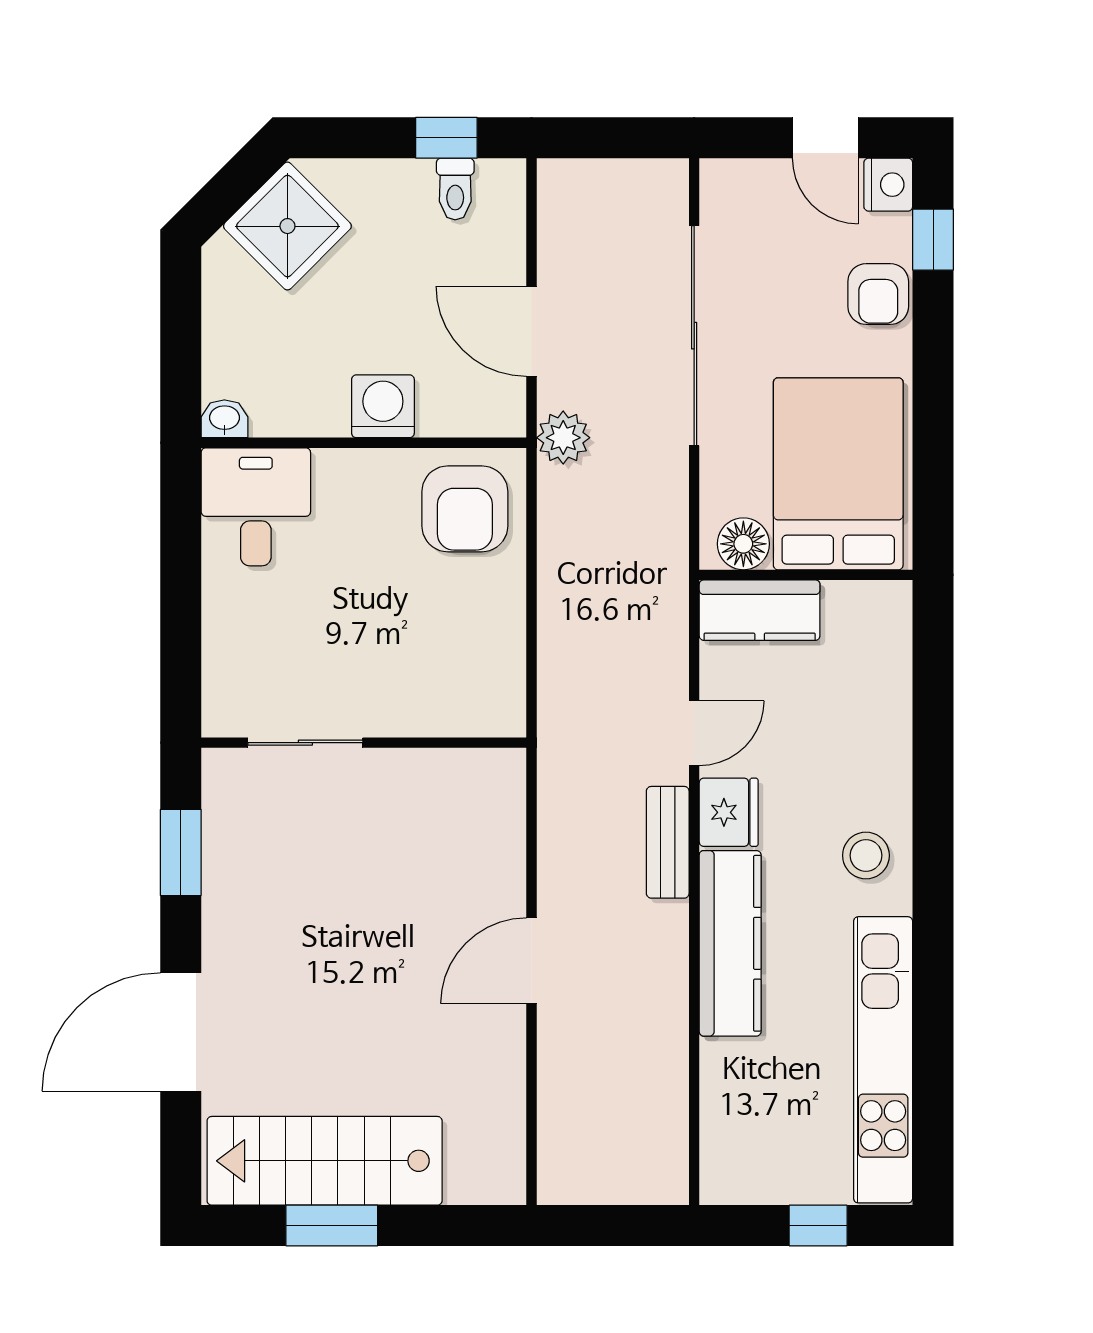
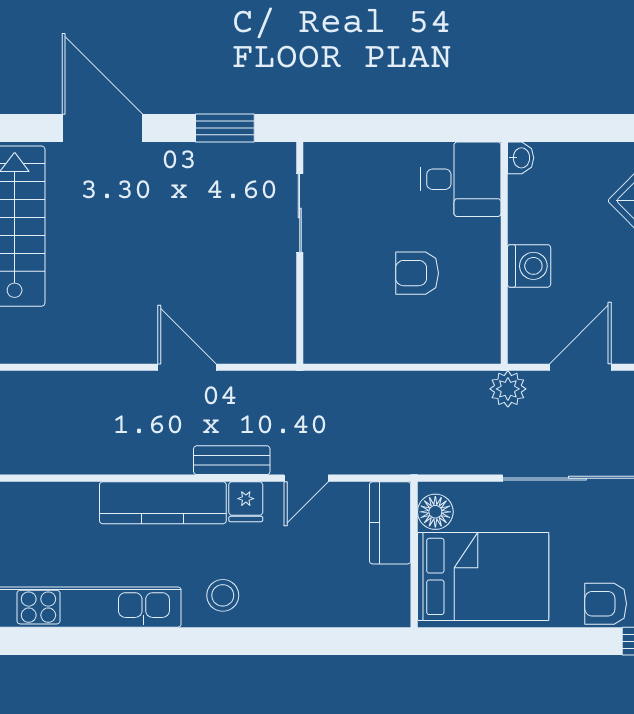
armchair: (465, 509) -> (417, 273), moved, width x0.72, depth x0.72
door: (694, 733) -> (306, 478), hinge flipped
fridge: (729, 812) -> (246, 502), width x0.72
door: (531, 961) -> (187, 367), moved

